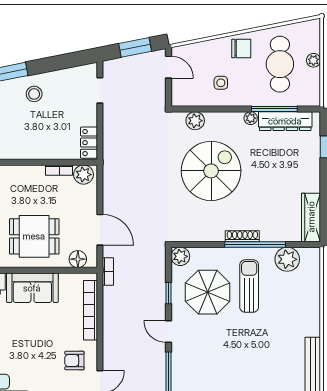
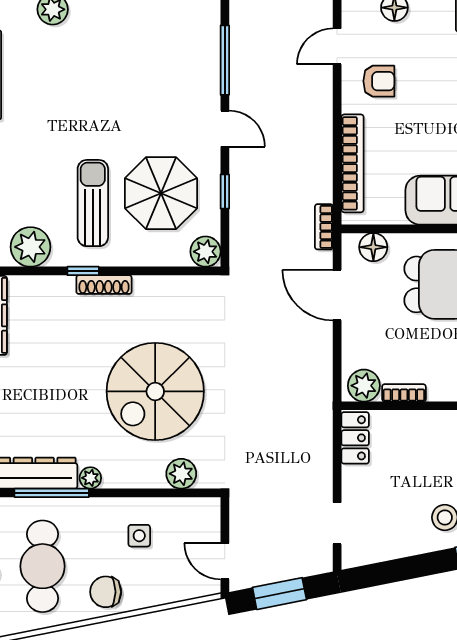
window: (255, 245) -> (83, 271), width x0.32
sun lounger: (249, 286) -> (93, 203), turned 180

